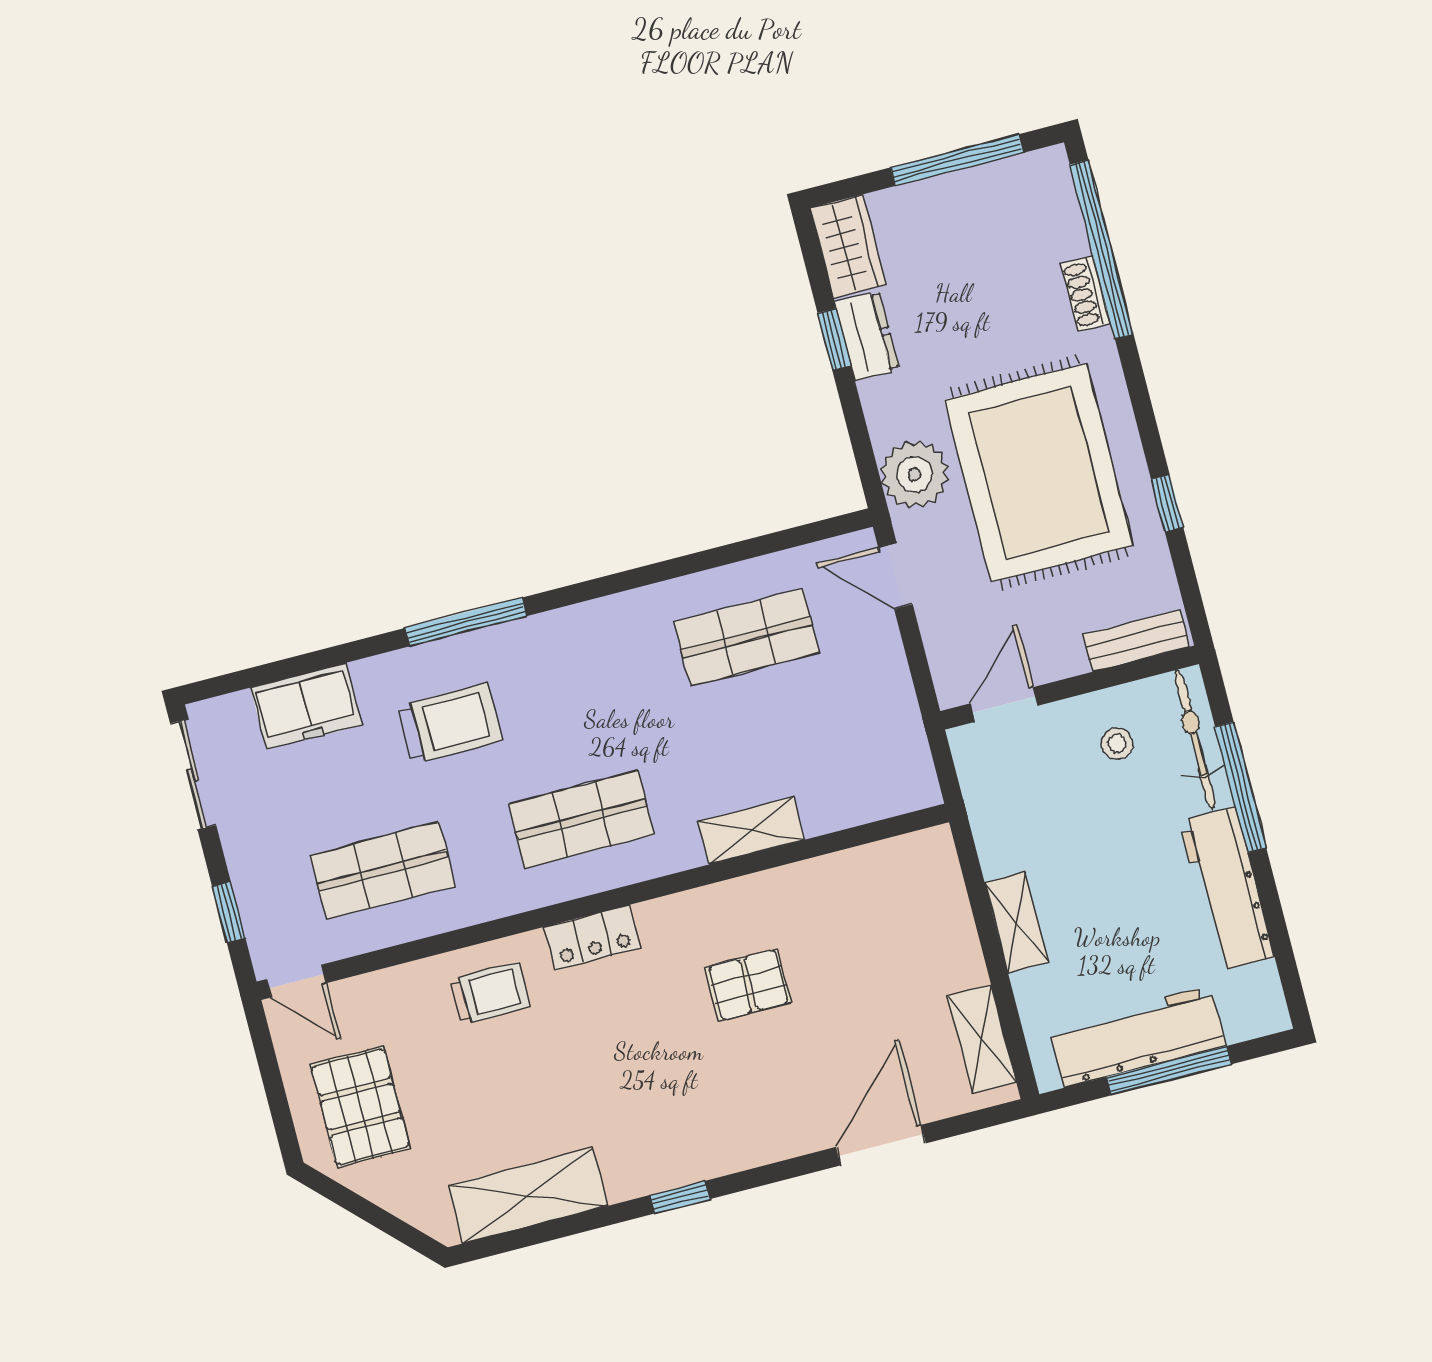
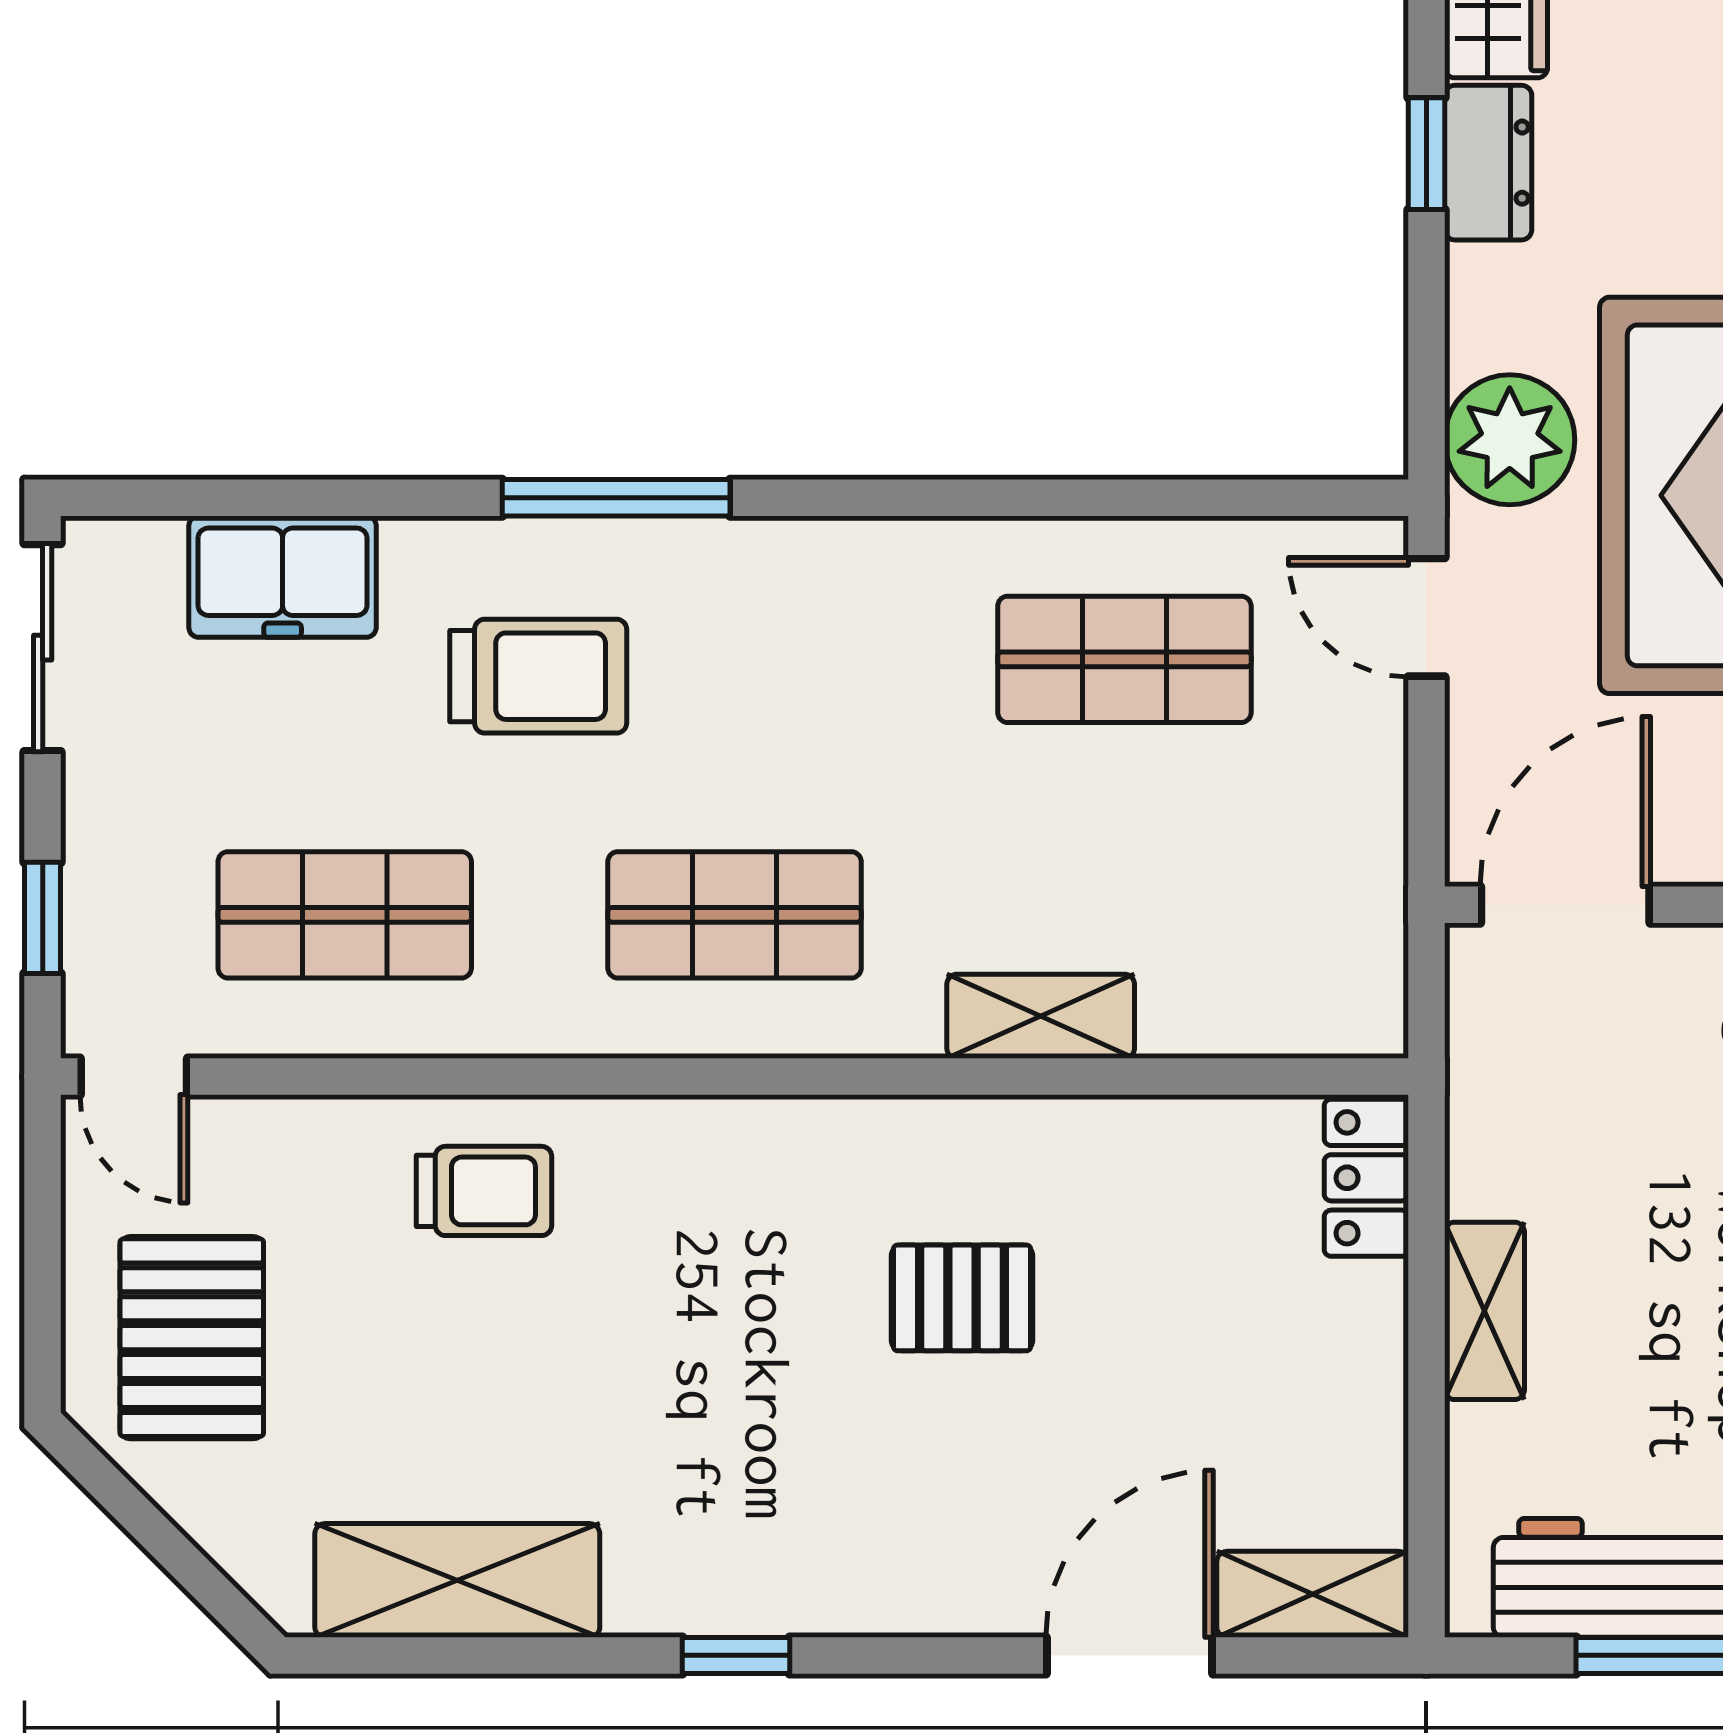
door: (1004, 704) -> (1565, 905), width x1.37
locker: (592, 937) -> (1366, 1178), moved, turned 90
shelving: (982, 1039) -> (1313, 1594), moved, turned 90

